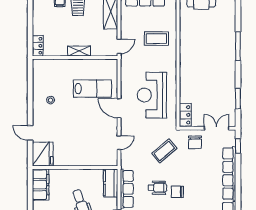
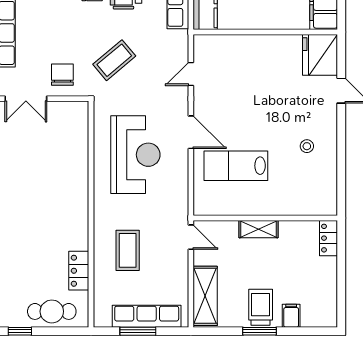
coffee table: (156, 38) -> (128, 250), turned 90
door: (119, 46) -> (191, 237), swing flipped
locker: (185, 115) -> (79, 271), moved

